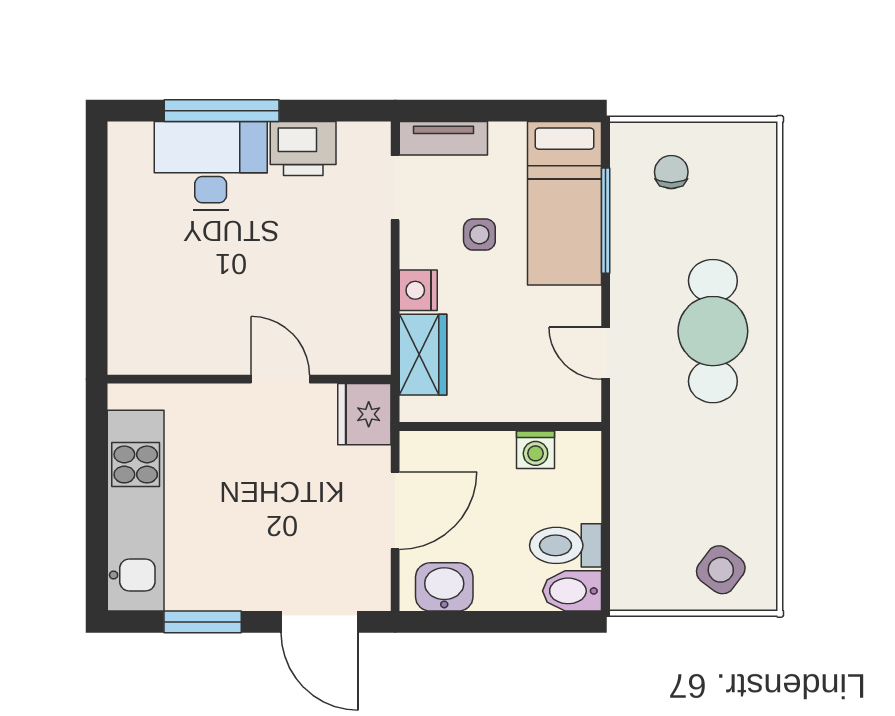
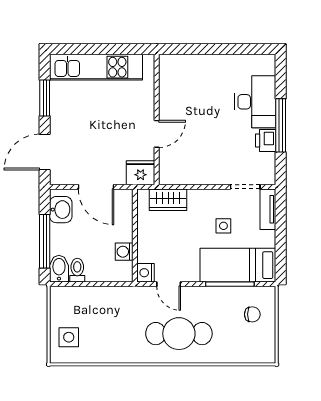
window: (222, 111) -> (281, 125), moved
printer: (303, 148) -> (266, 140), width x0.73, depth x0.81
nightstand: (418, 290) -> (146, 273), moved, turned -90
door: (606, 353) -> (169, 284), swing flipped
toilet: (566, 545) -> (77, 270), width x0.73, depth x0.72
side table: (721, 570) -> (69, 337), turned -37
window: (513, 622) -> (45, 241), added

